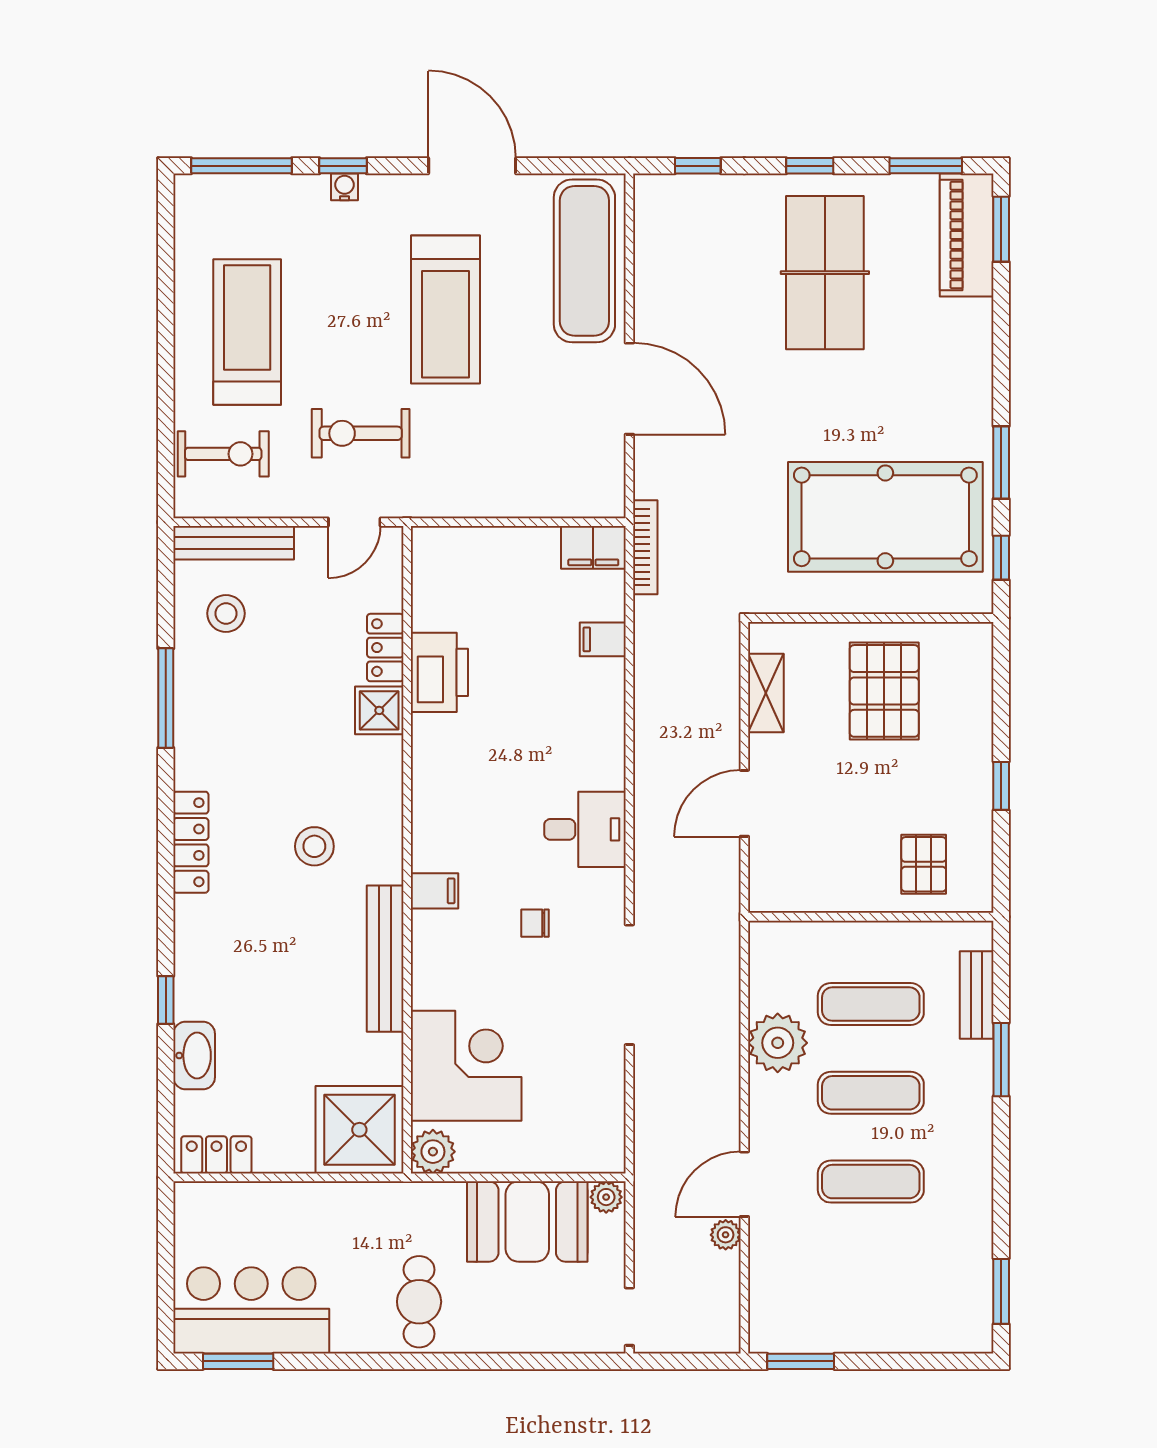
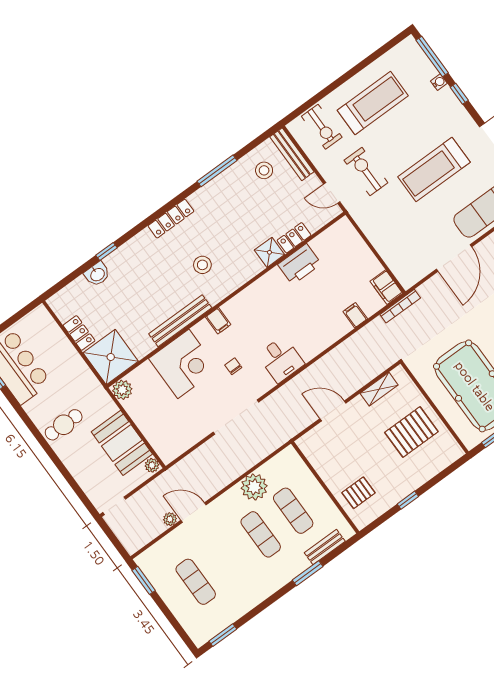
water cooler: (344, 187) -> (439, 82), moved
washbasin: (194, 1055) -> (97, 274), width x0.72
corner desk: (466, 1066) -> (183, 364), moved
locker: (216, 1155) -> (79, 333), moved
exercise mat: (871, 1182) -> (196, 582), moved

